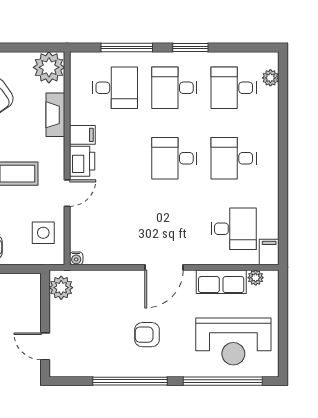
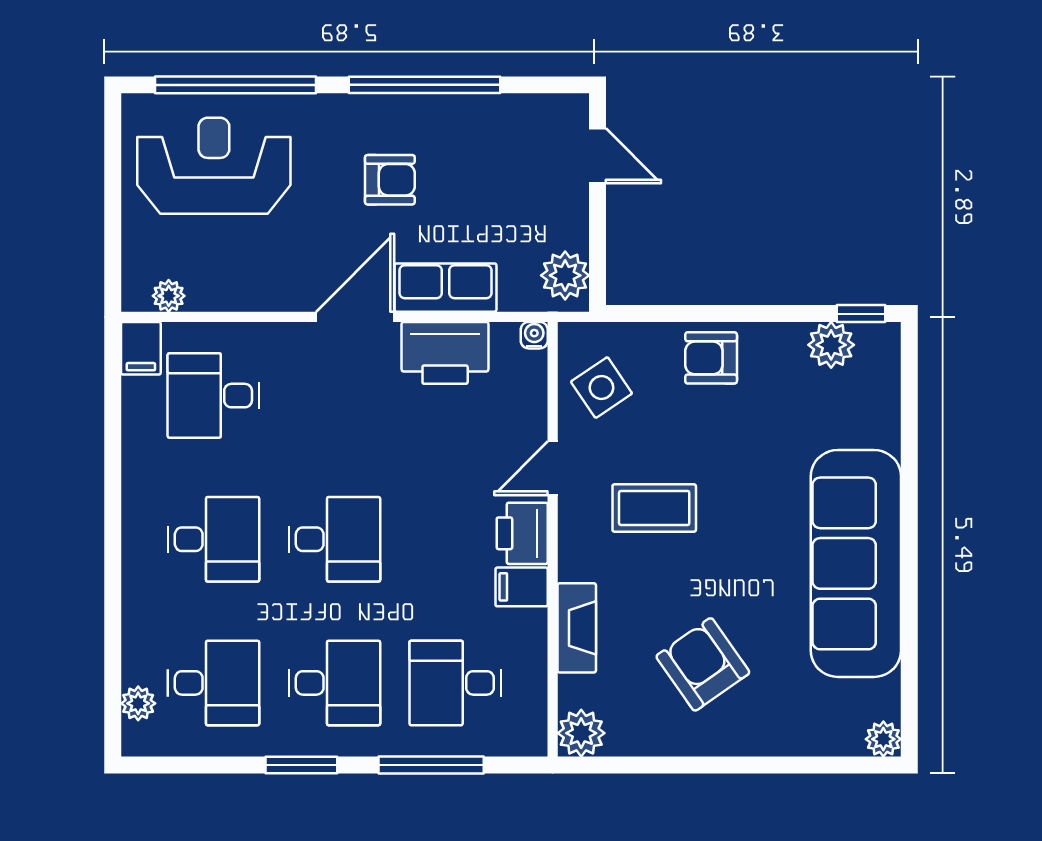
plant: (49, 67) -> (581, 733), width x0.73, depth x0.73
side table: (43, 233) -> (601, 388), turned -34
printer: (120, 250) -> (445, 353), added
row of seats: (221, 282) -> (445, 288), moved

